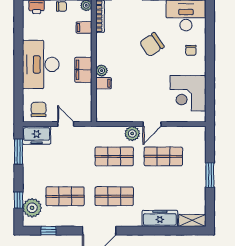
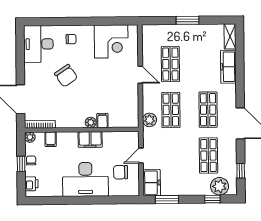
chair: (39, 109) -> (121, 172), moved
plant: (132, 134) -> (149, 120), moved

